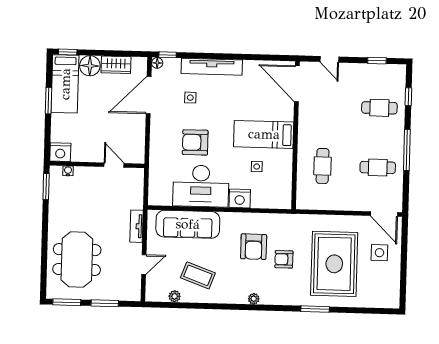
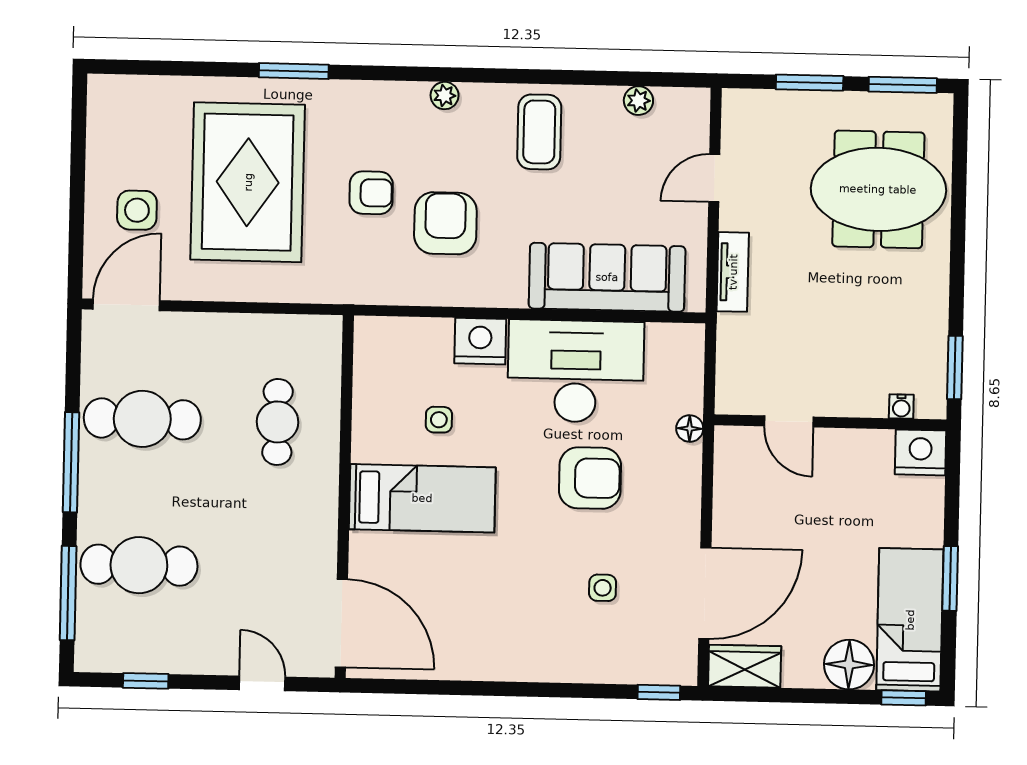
floor lamp: (157, 63) -> (690, 429), moved
wardrobe: (116, 65) -> (745, 666), moved
tv unit: (212, 67) -> (550, 664), removed
window: (408, 97) -> (68, 593), width x2.17
cafe table: (379, 108) -> (139, 565), width x1.37, depth x1.35
cafe table: (378, 167) -> (142, 419), width x1.37, depth x1.35
door: (384, 214) -> (126, 305), hinge flipped
meeting table: (77, 260) -> (878, 189), turned 90
coffee table: (198, 275) -> (539, 132), moved, turned 70

